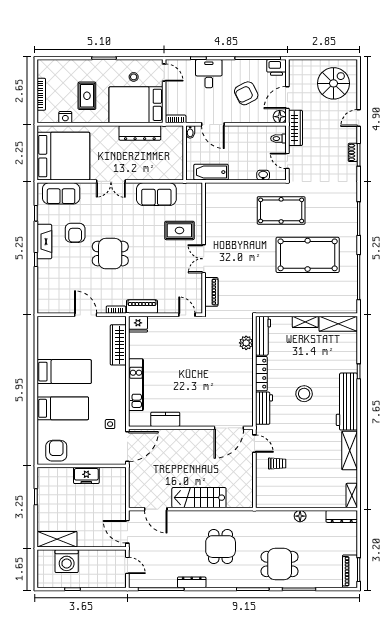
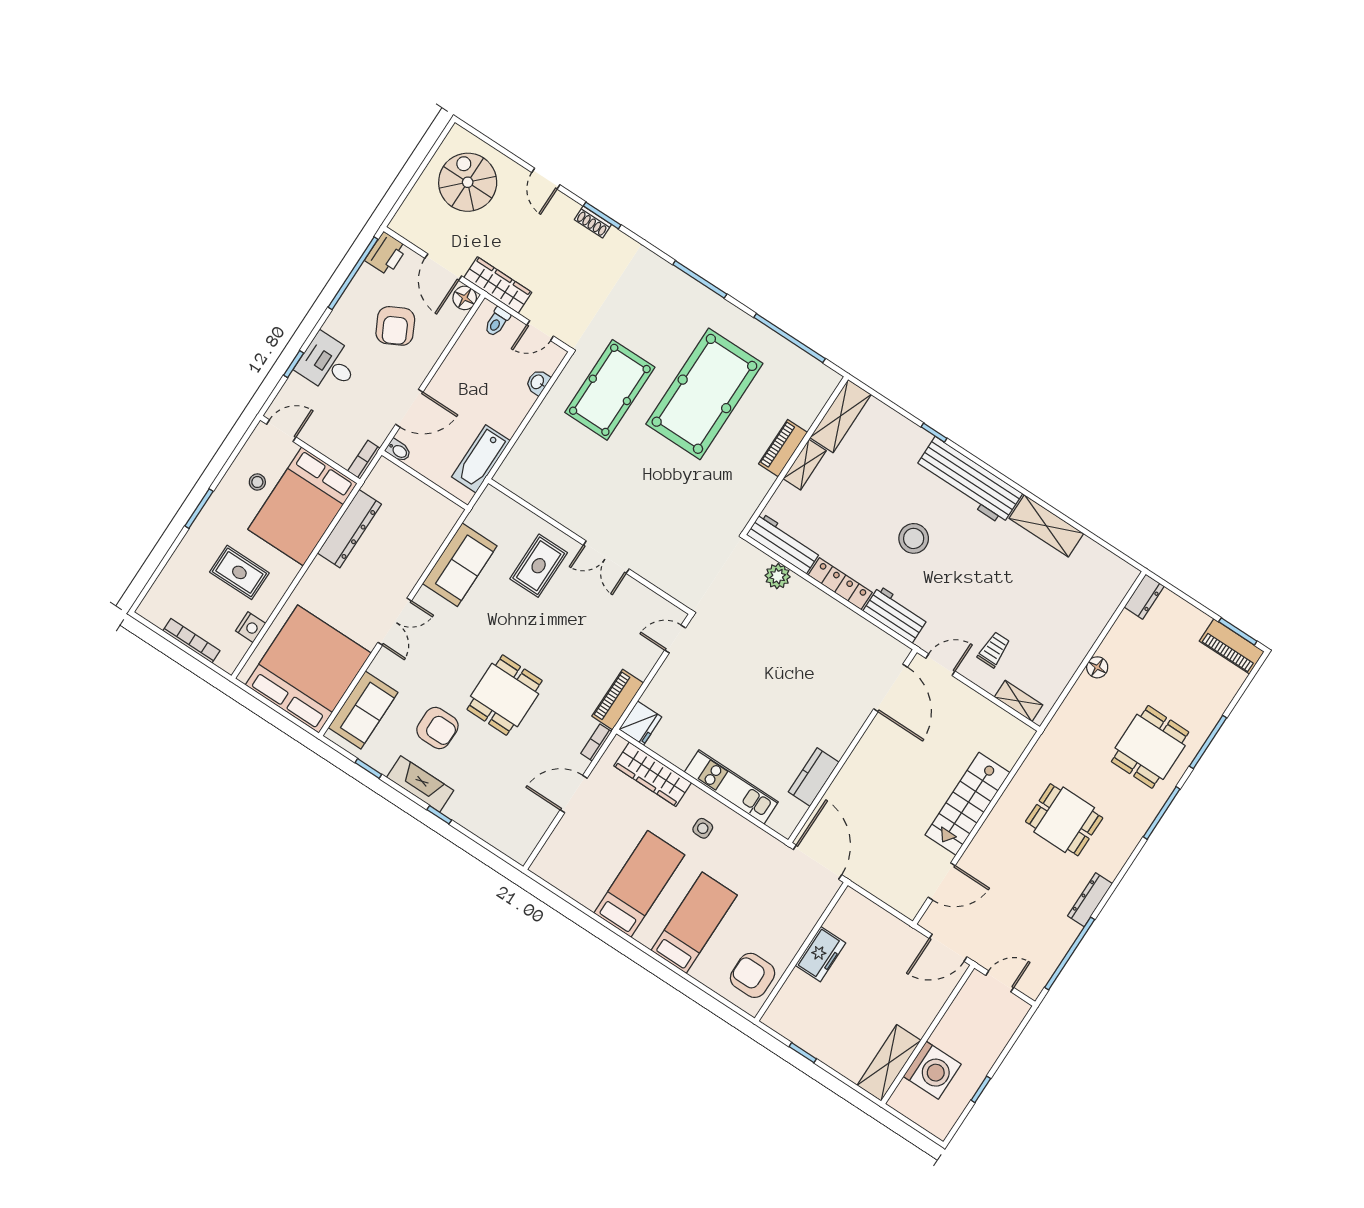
piano: (211, 292) -> (783, 448), moved, turned -90
side table: (110, 424) -> (703, 828), moved
shelving: (352, 495) -> (1019, 701), moved
dresser: (342, 516) -> (1144, 597), width x0.70

